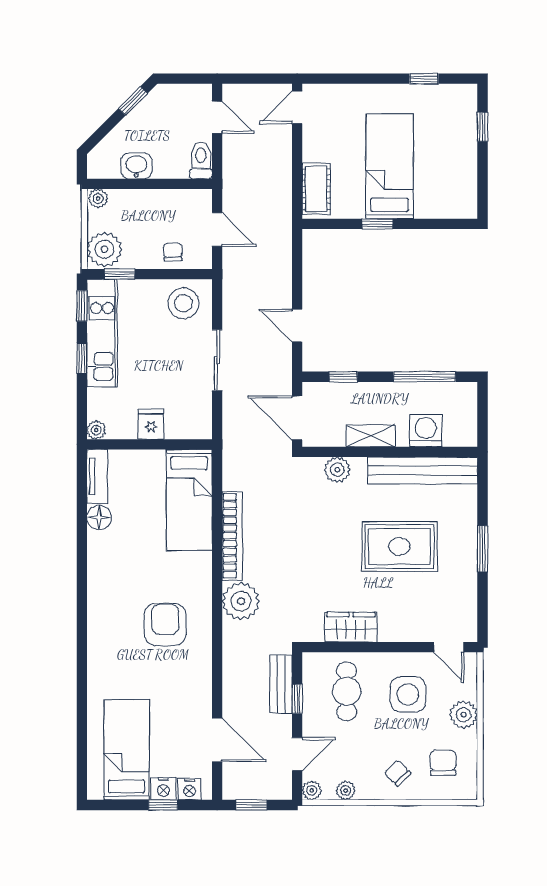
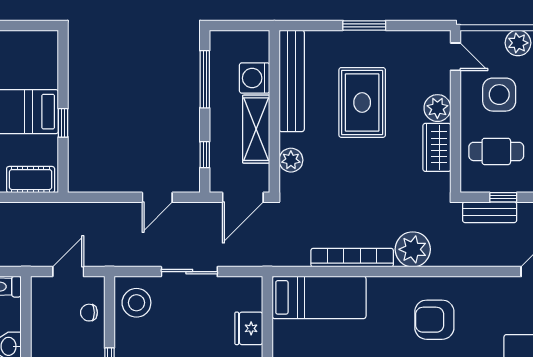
fridge: (151, 424) -> (249, 328), width x1.38
shelving: (371, 436) -> (256, 129), width x1.50, depth x1.33
plant: (393, 628) -> (437, 108), added
door: (449, 647) -> (455, 57), hinge flipped

